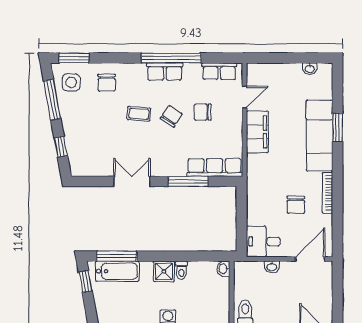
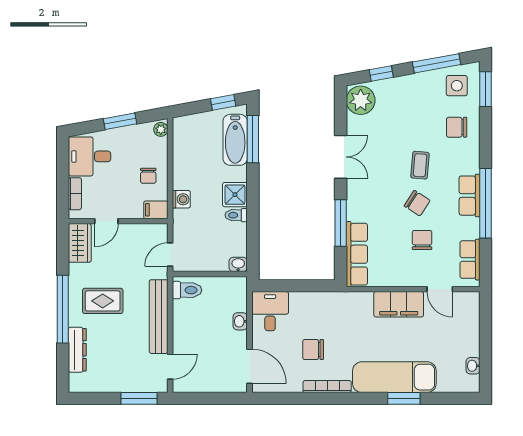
plant: (84, 164) -> (361, 100), added

